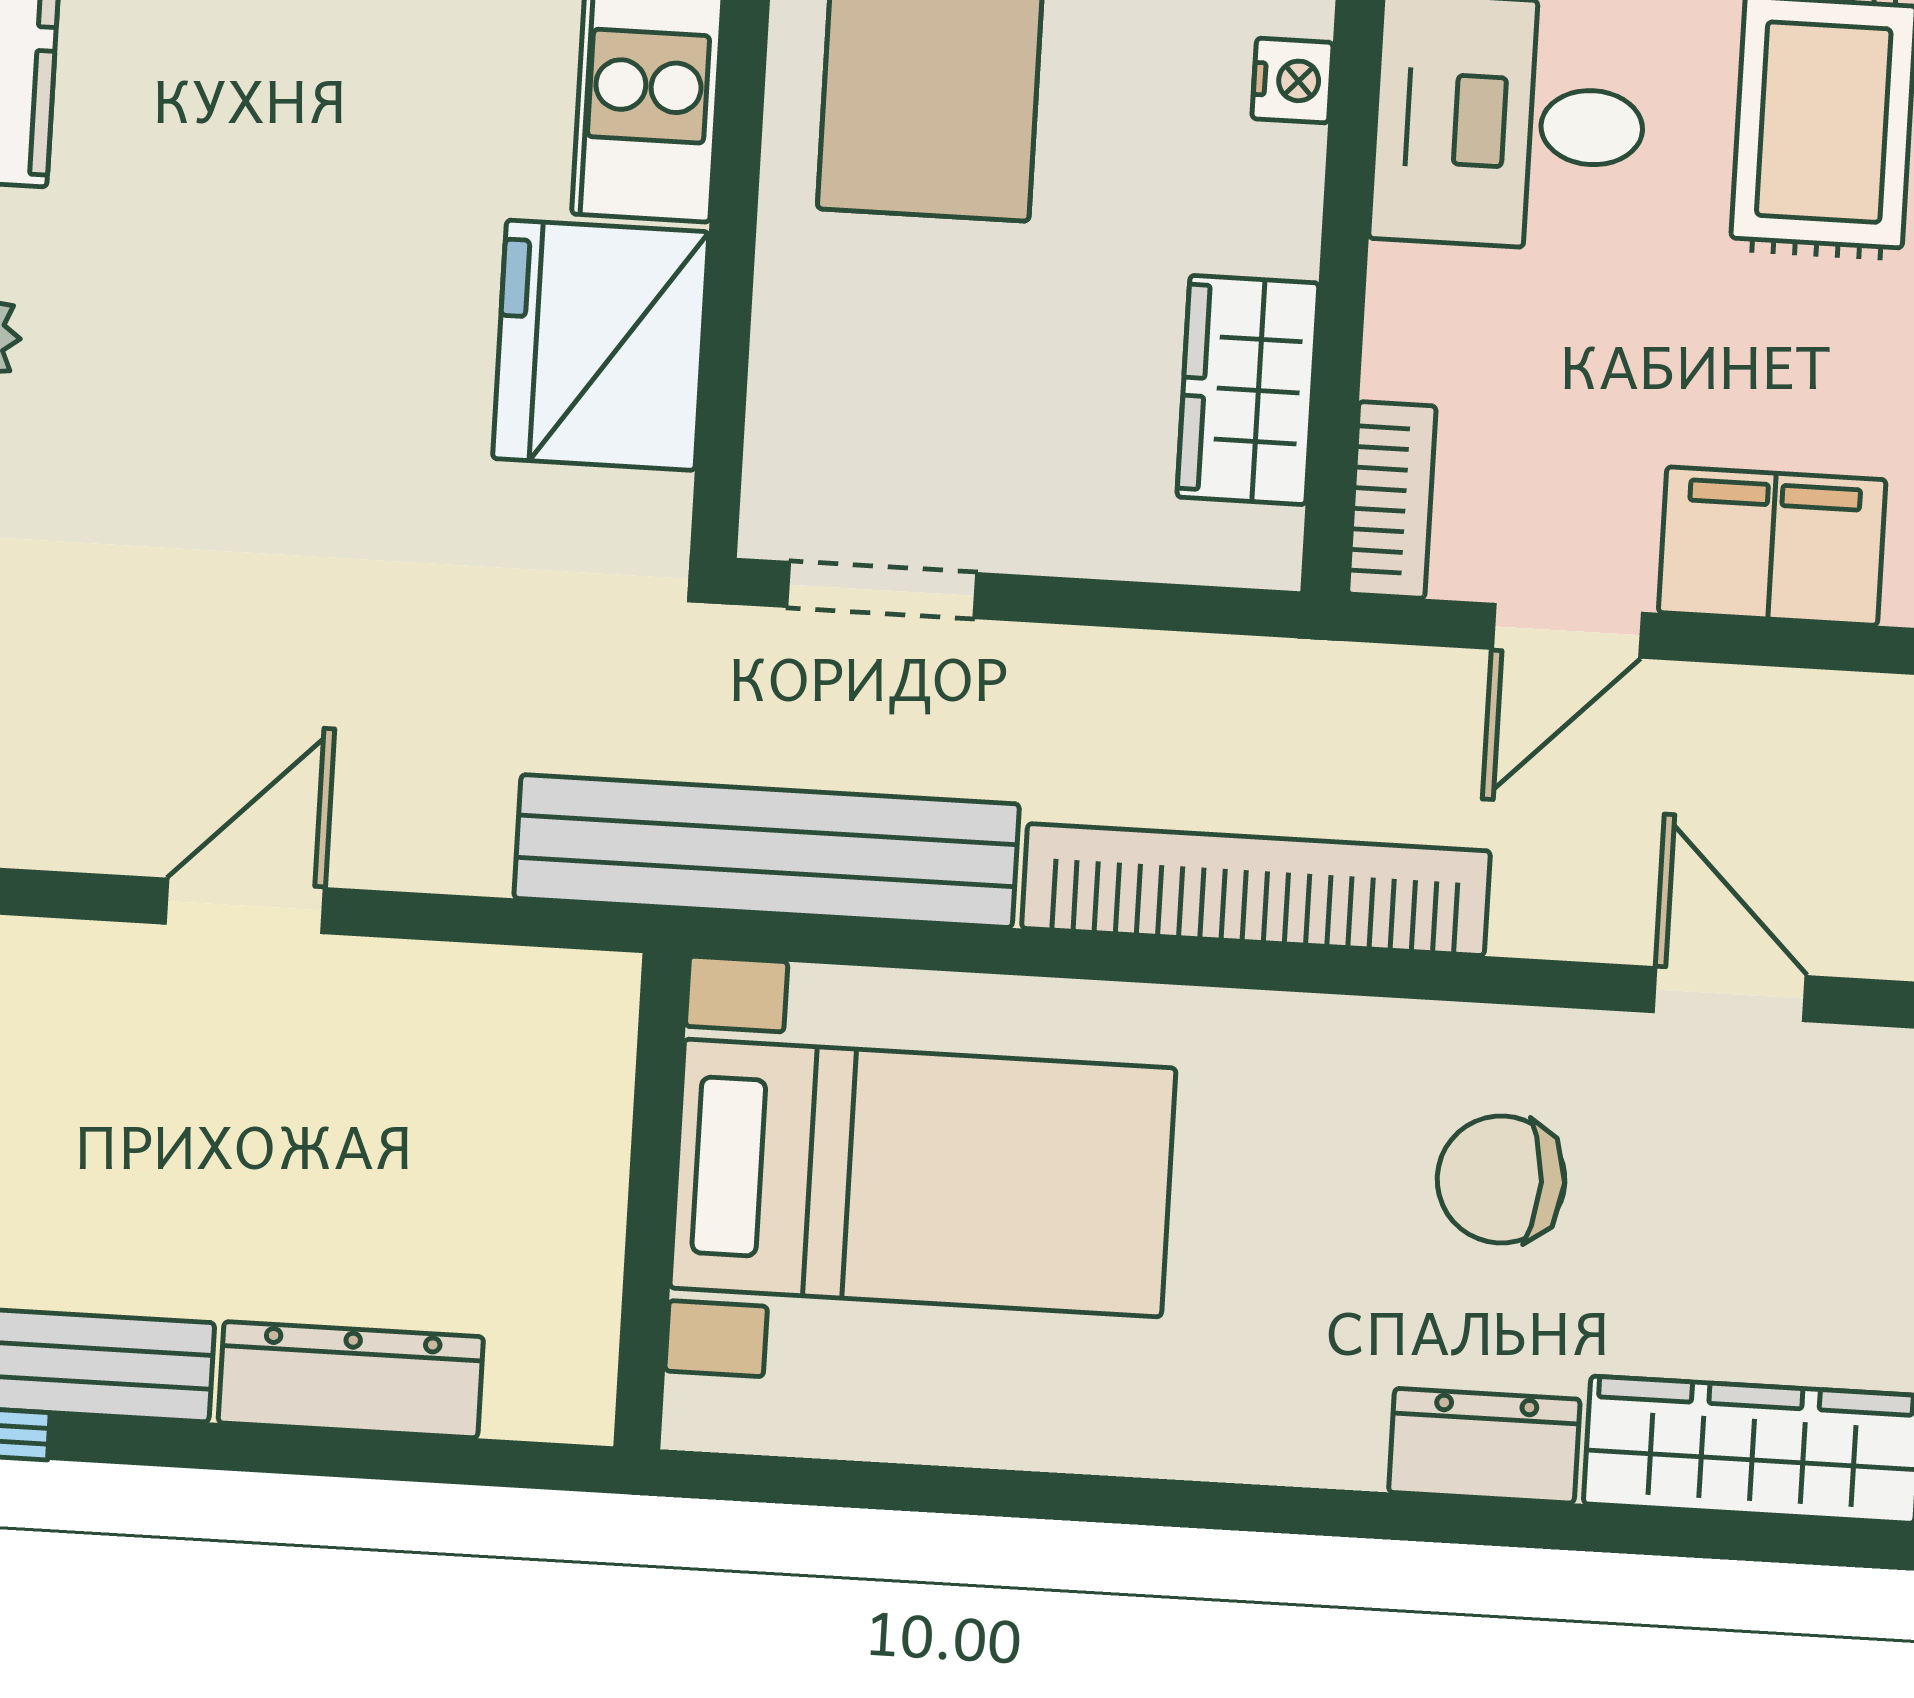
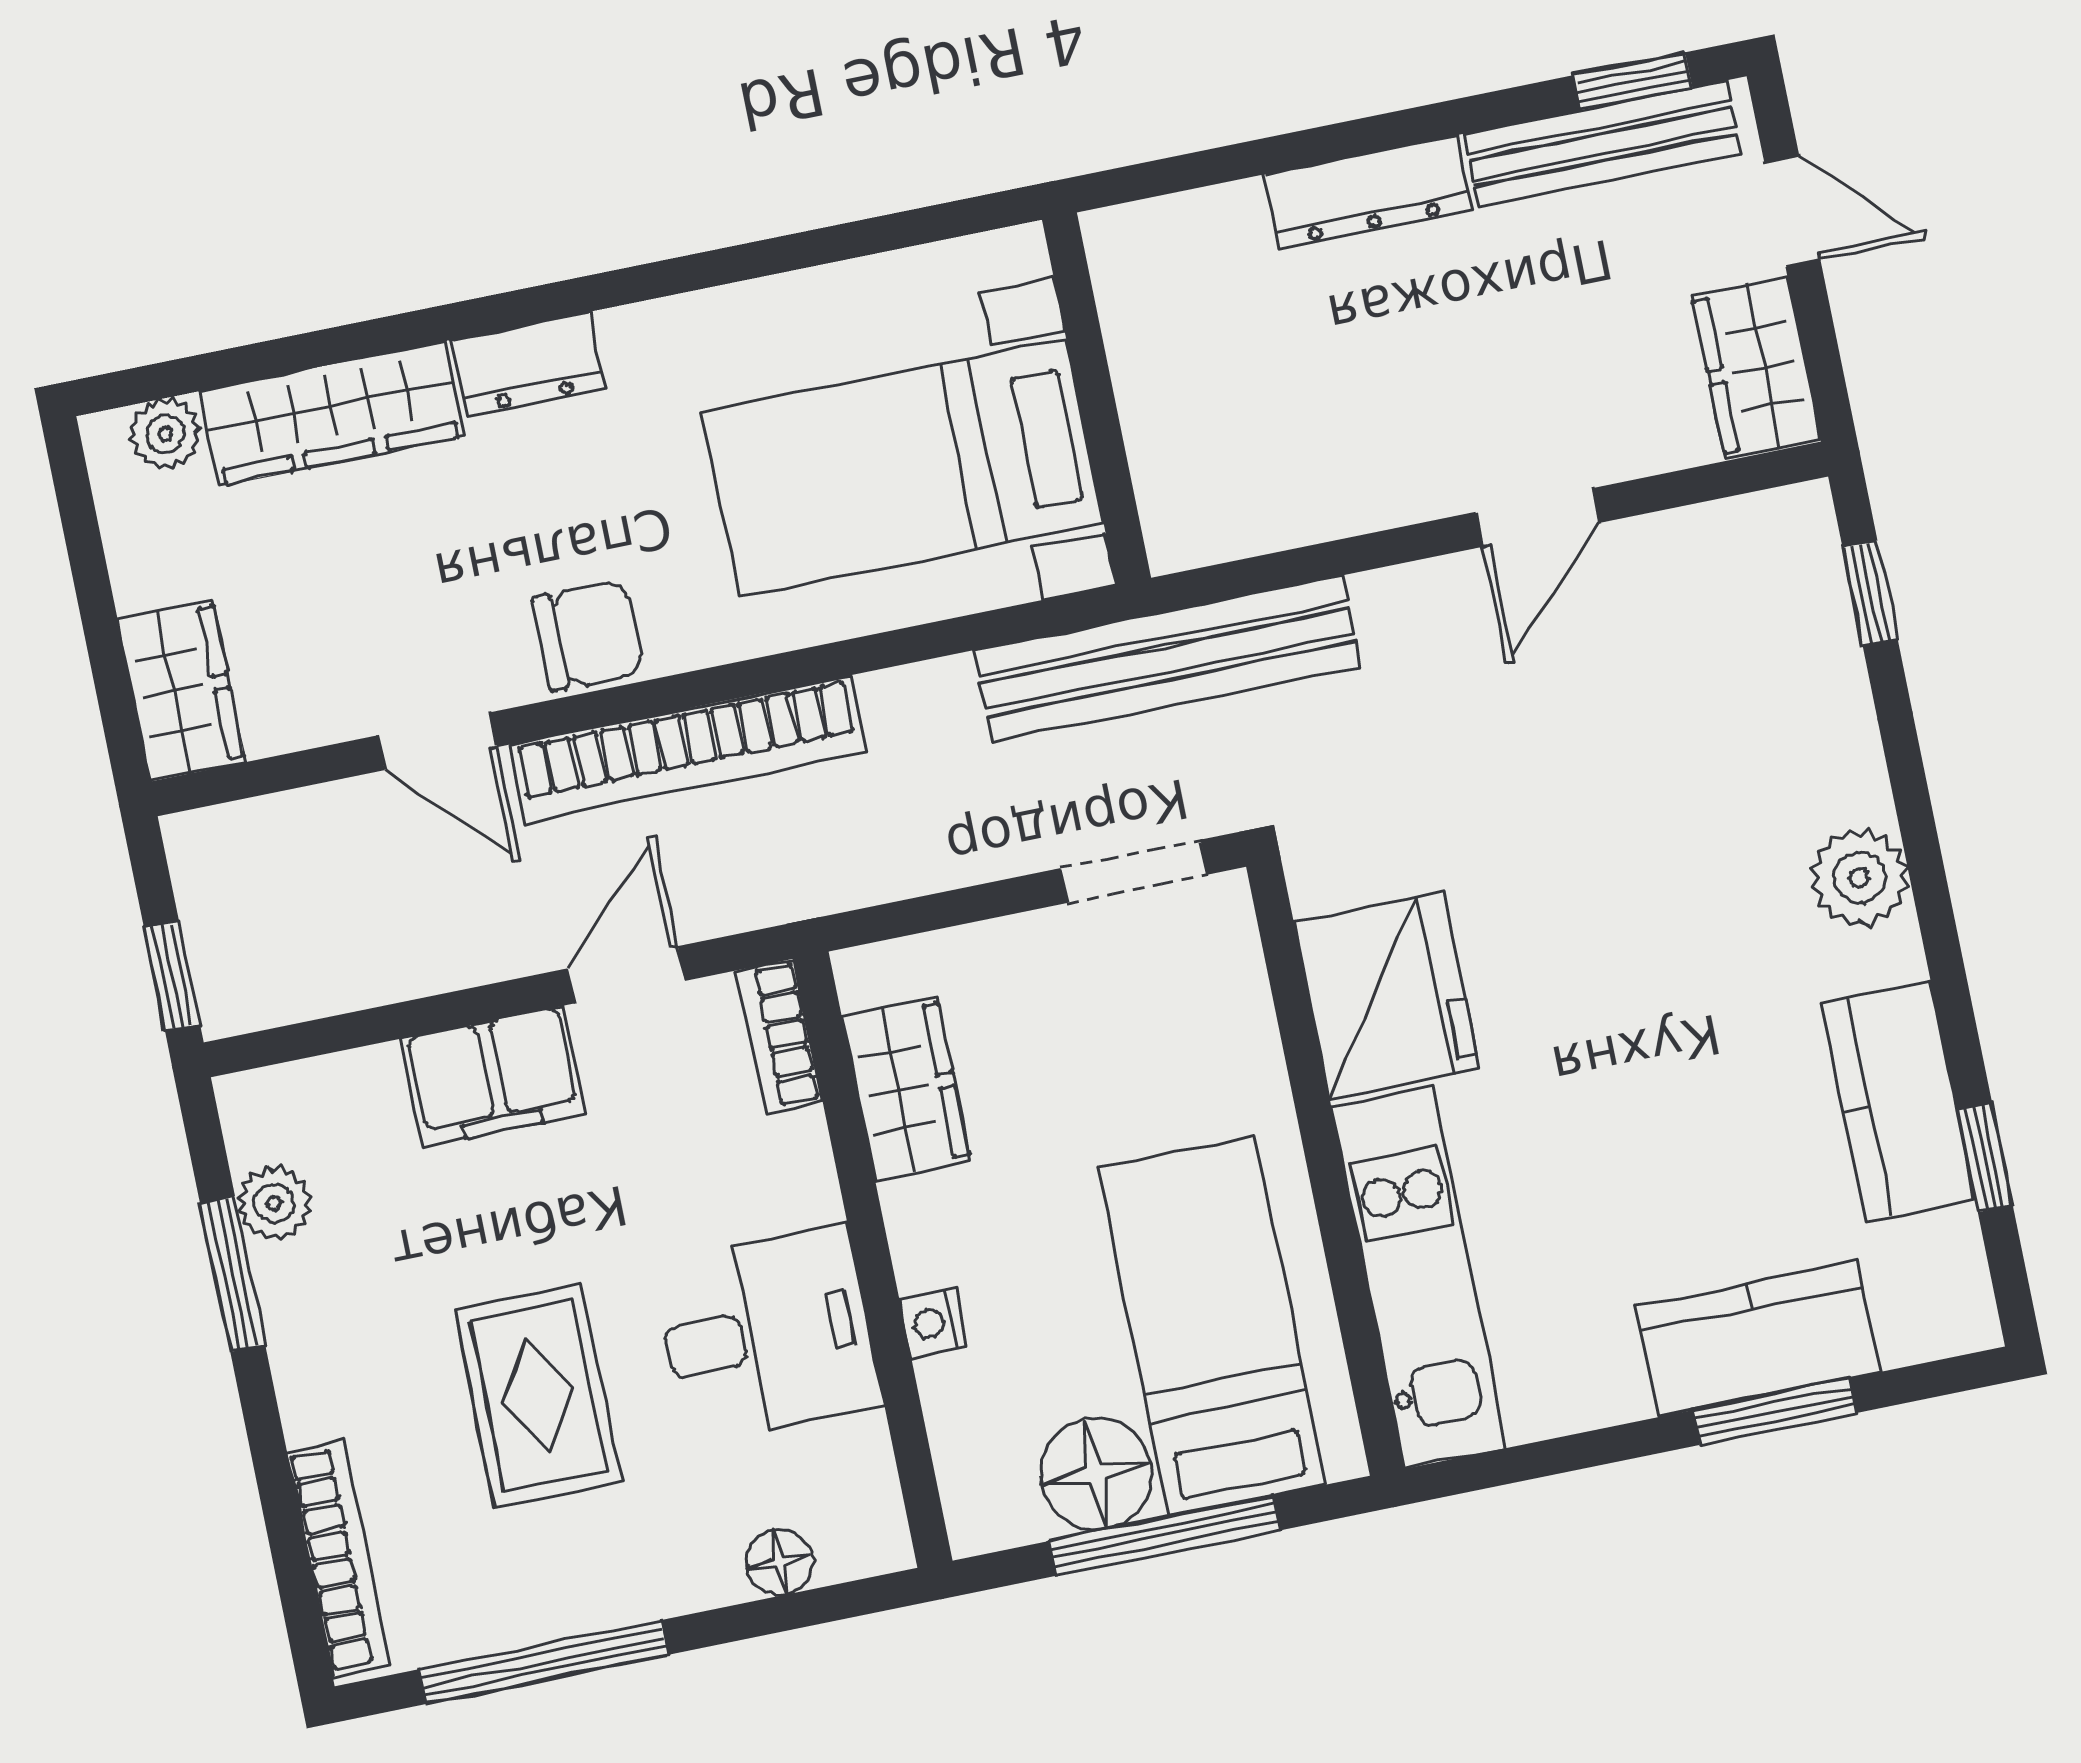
bookcase: (1256, 890) -> (688, 749), moved
bed with nightstands: (923, 1178) -> (903, 468), moved
chair: (1501, 1179) -> (588, 635), moved
wall: (651, 1201) -> (1097, 399), moved

